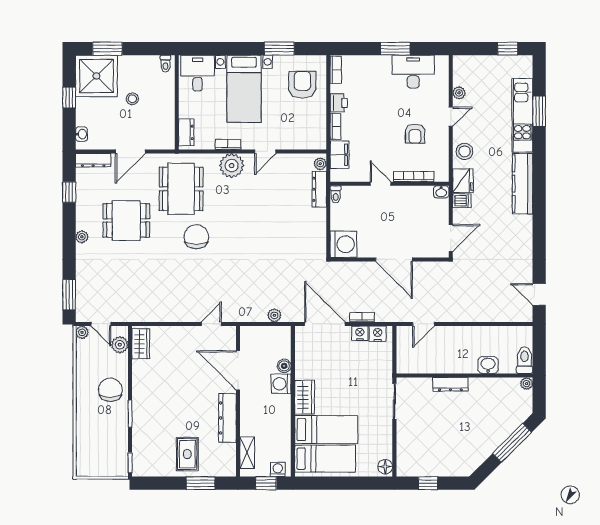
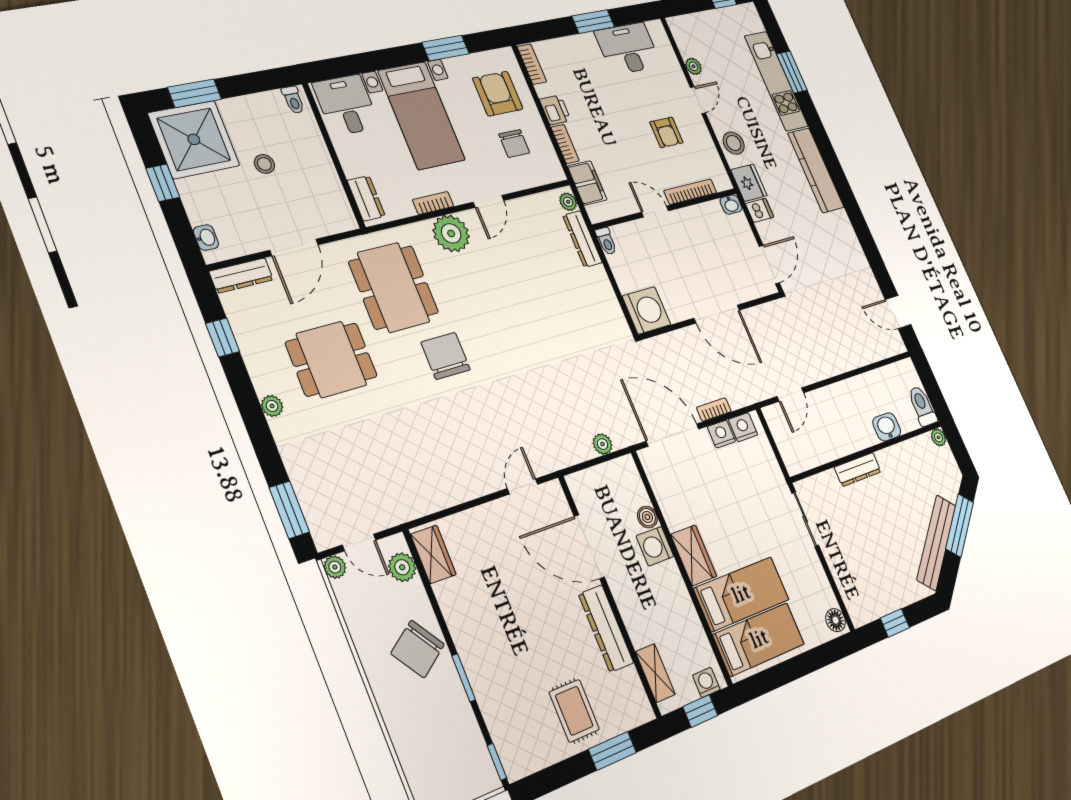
chair: (299, 119) -> (514, 144), added
chair: (110, 390) -> (418, 649), turned -125
bench: (487, 447) -> (936, 542), added

